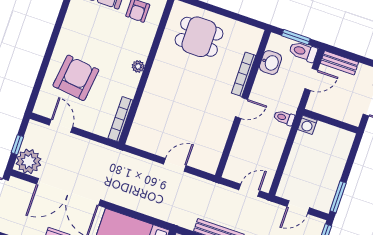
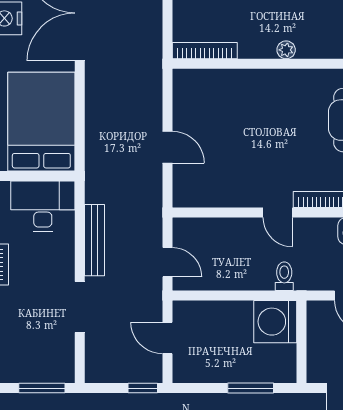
washing machine: (307, 125) -> (275, 322), width x1.89, depth x1.89
window: (338, 197) -> (251, 388), moved

